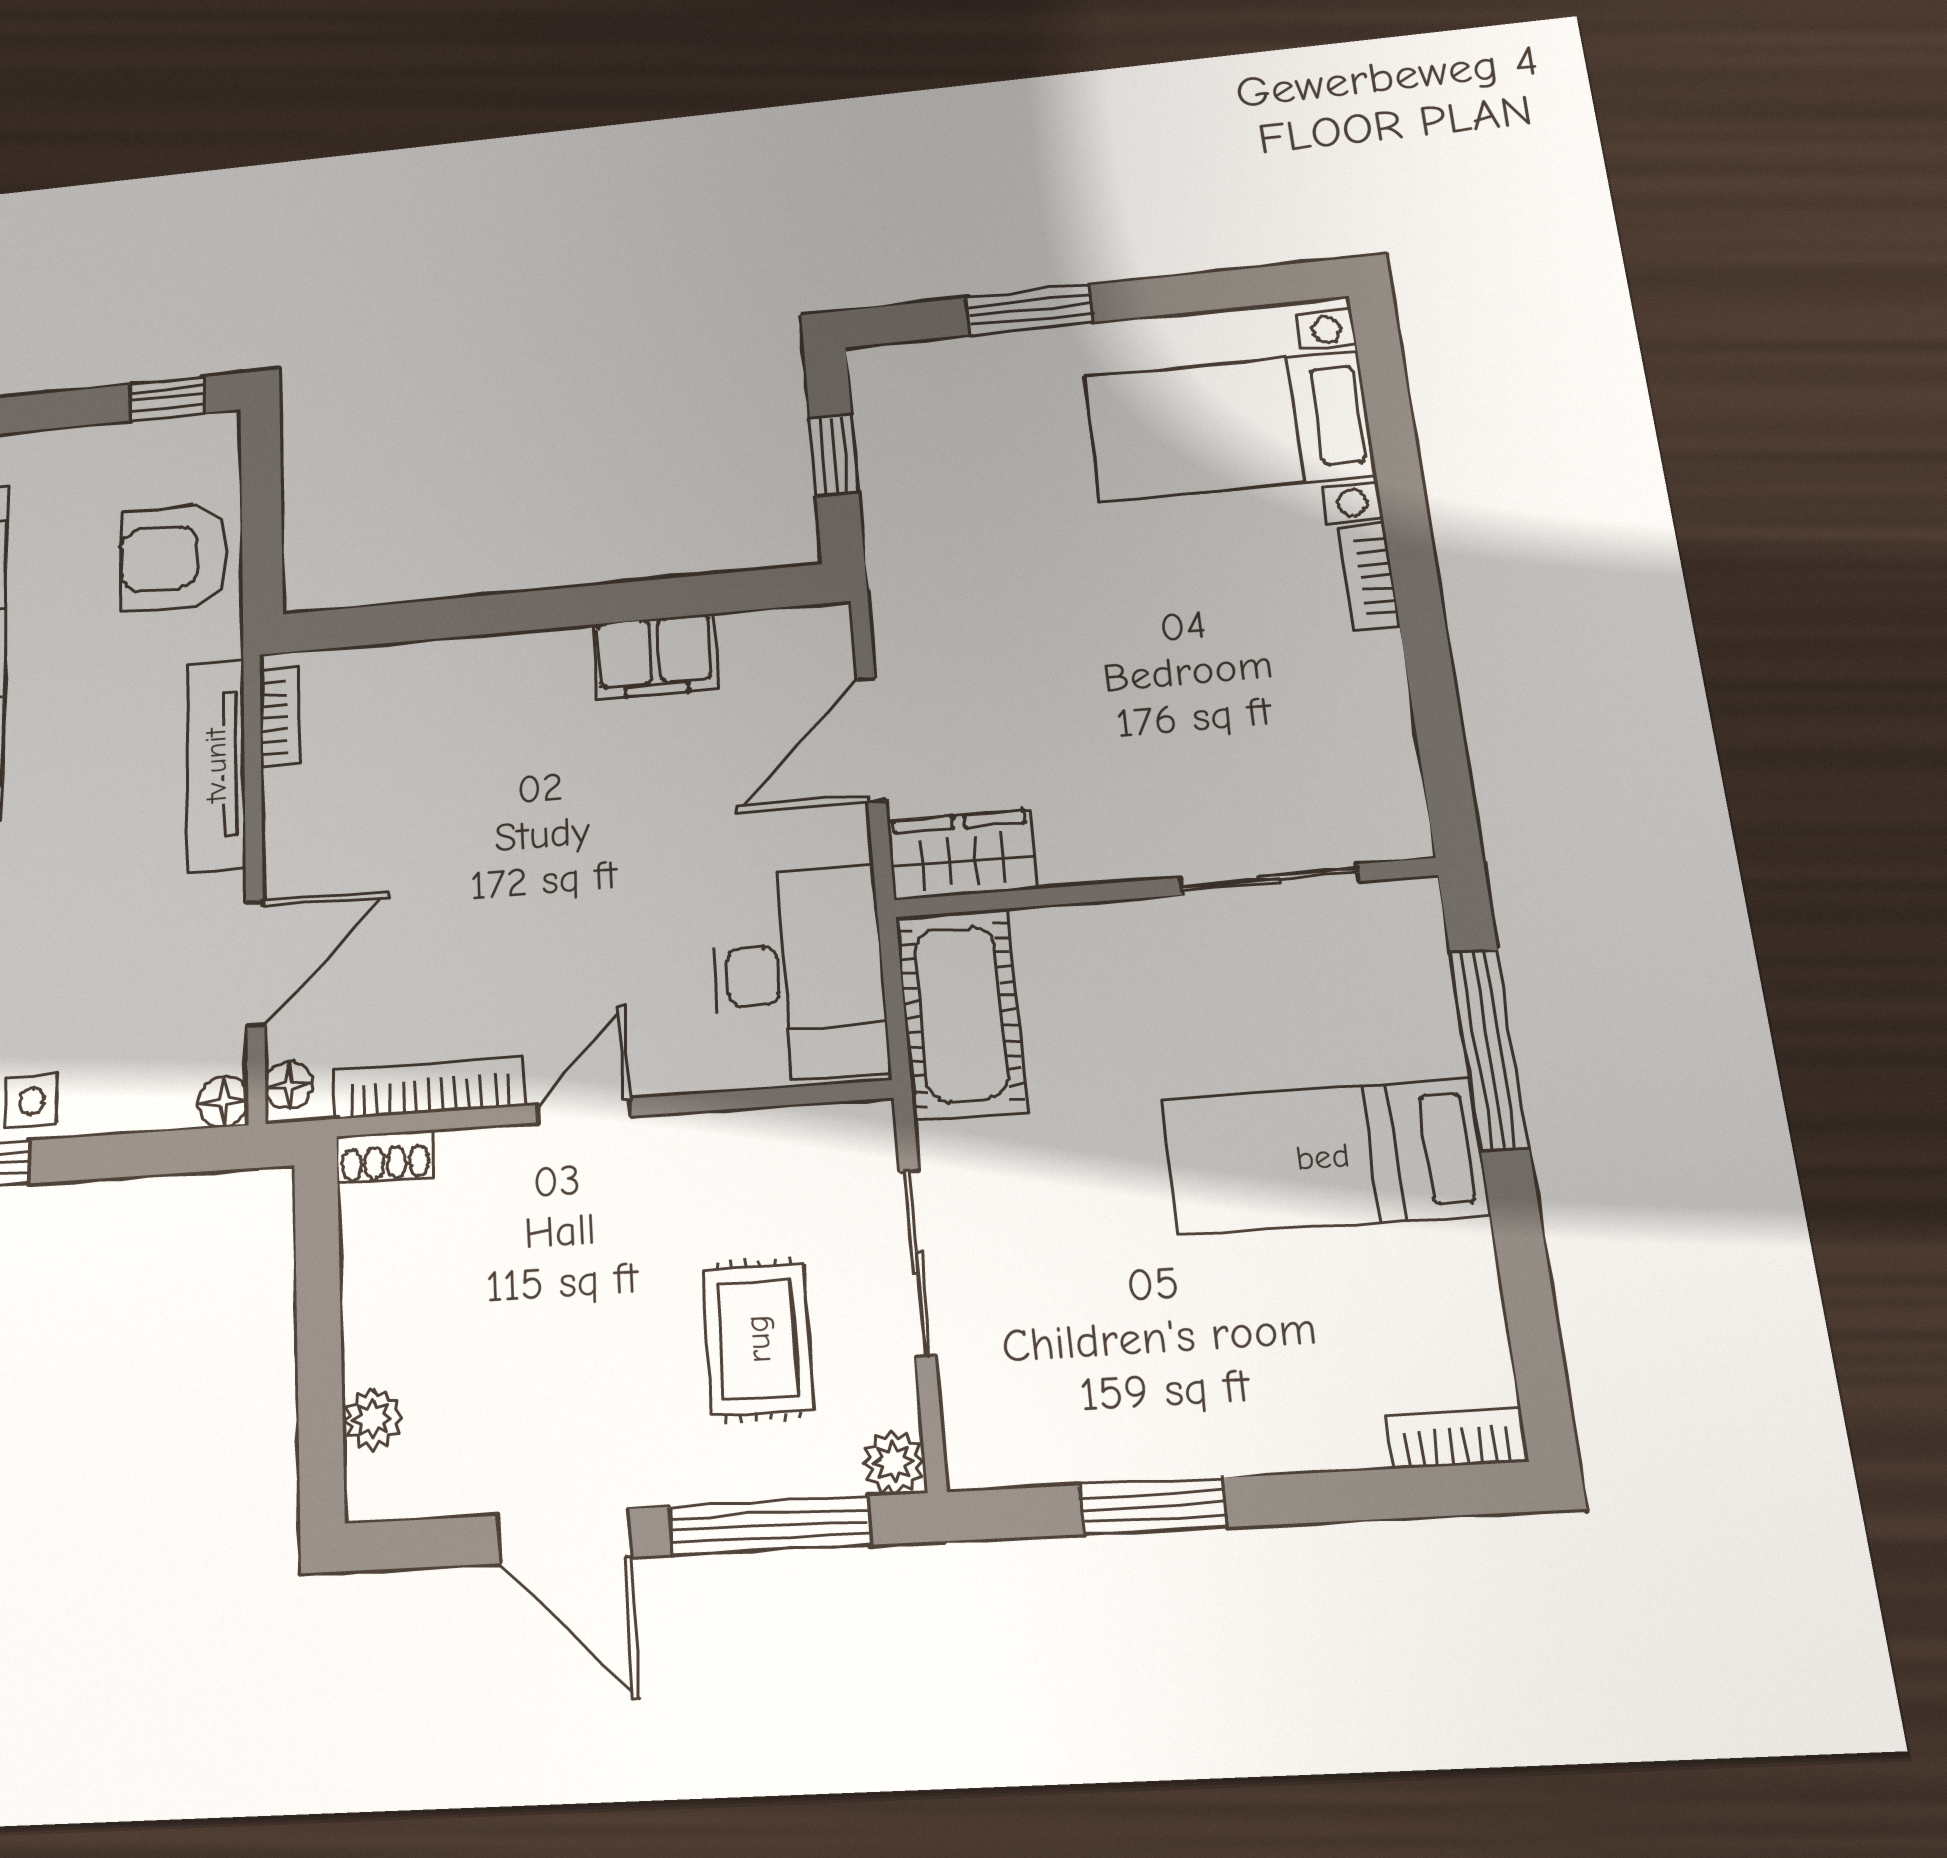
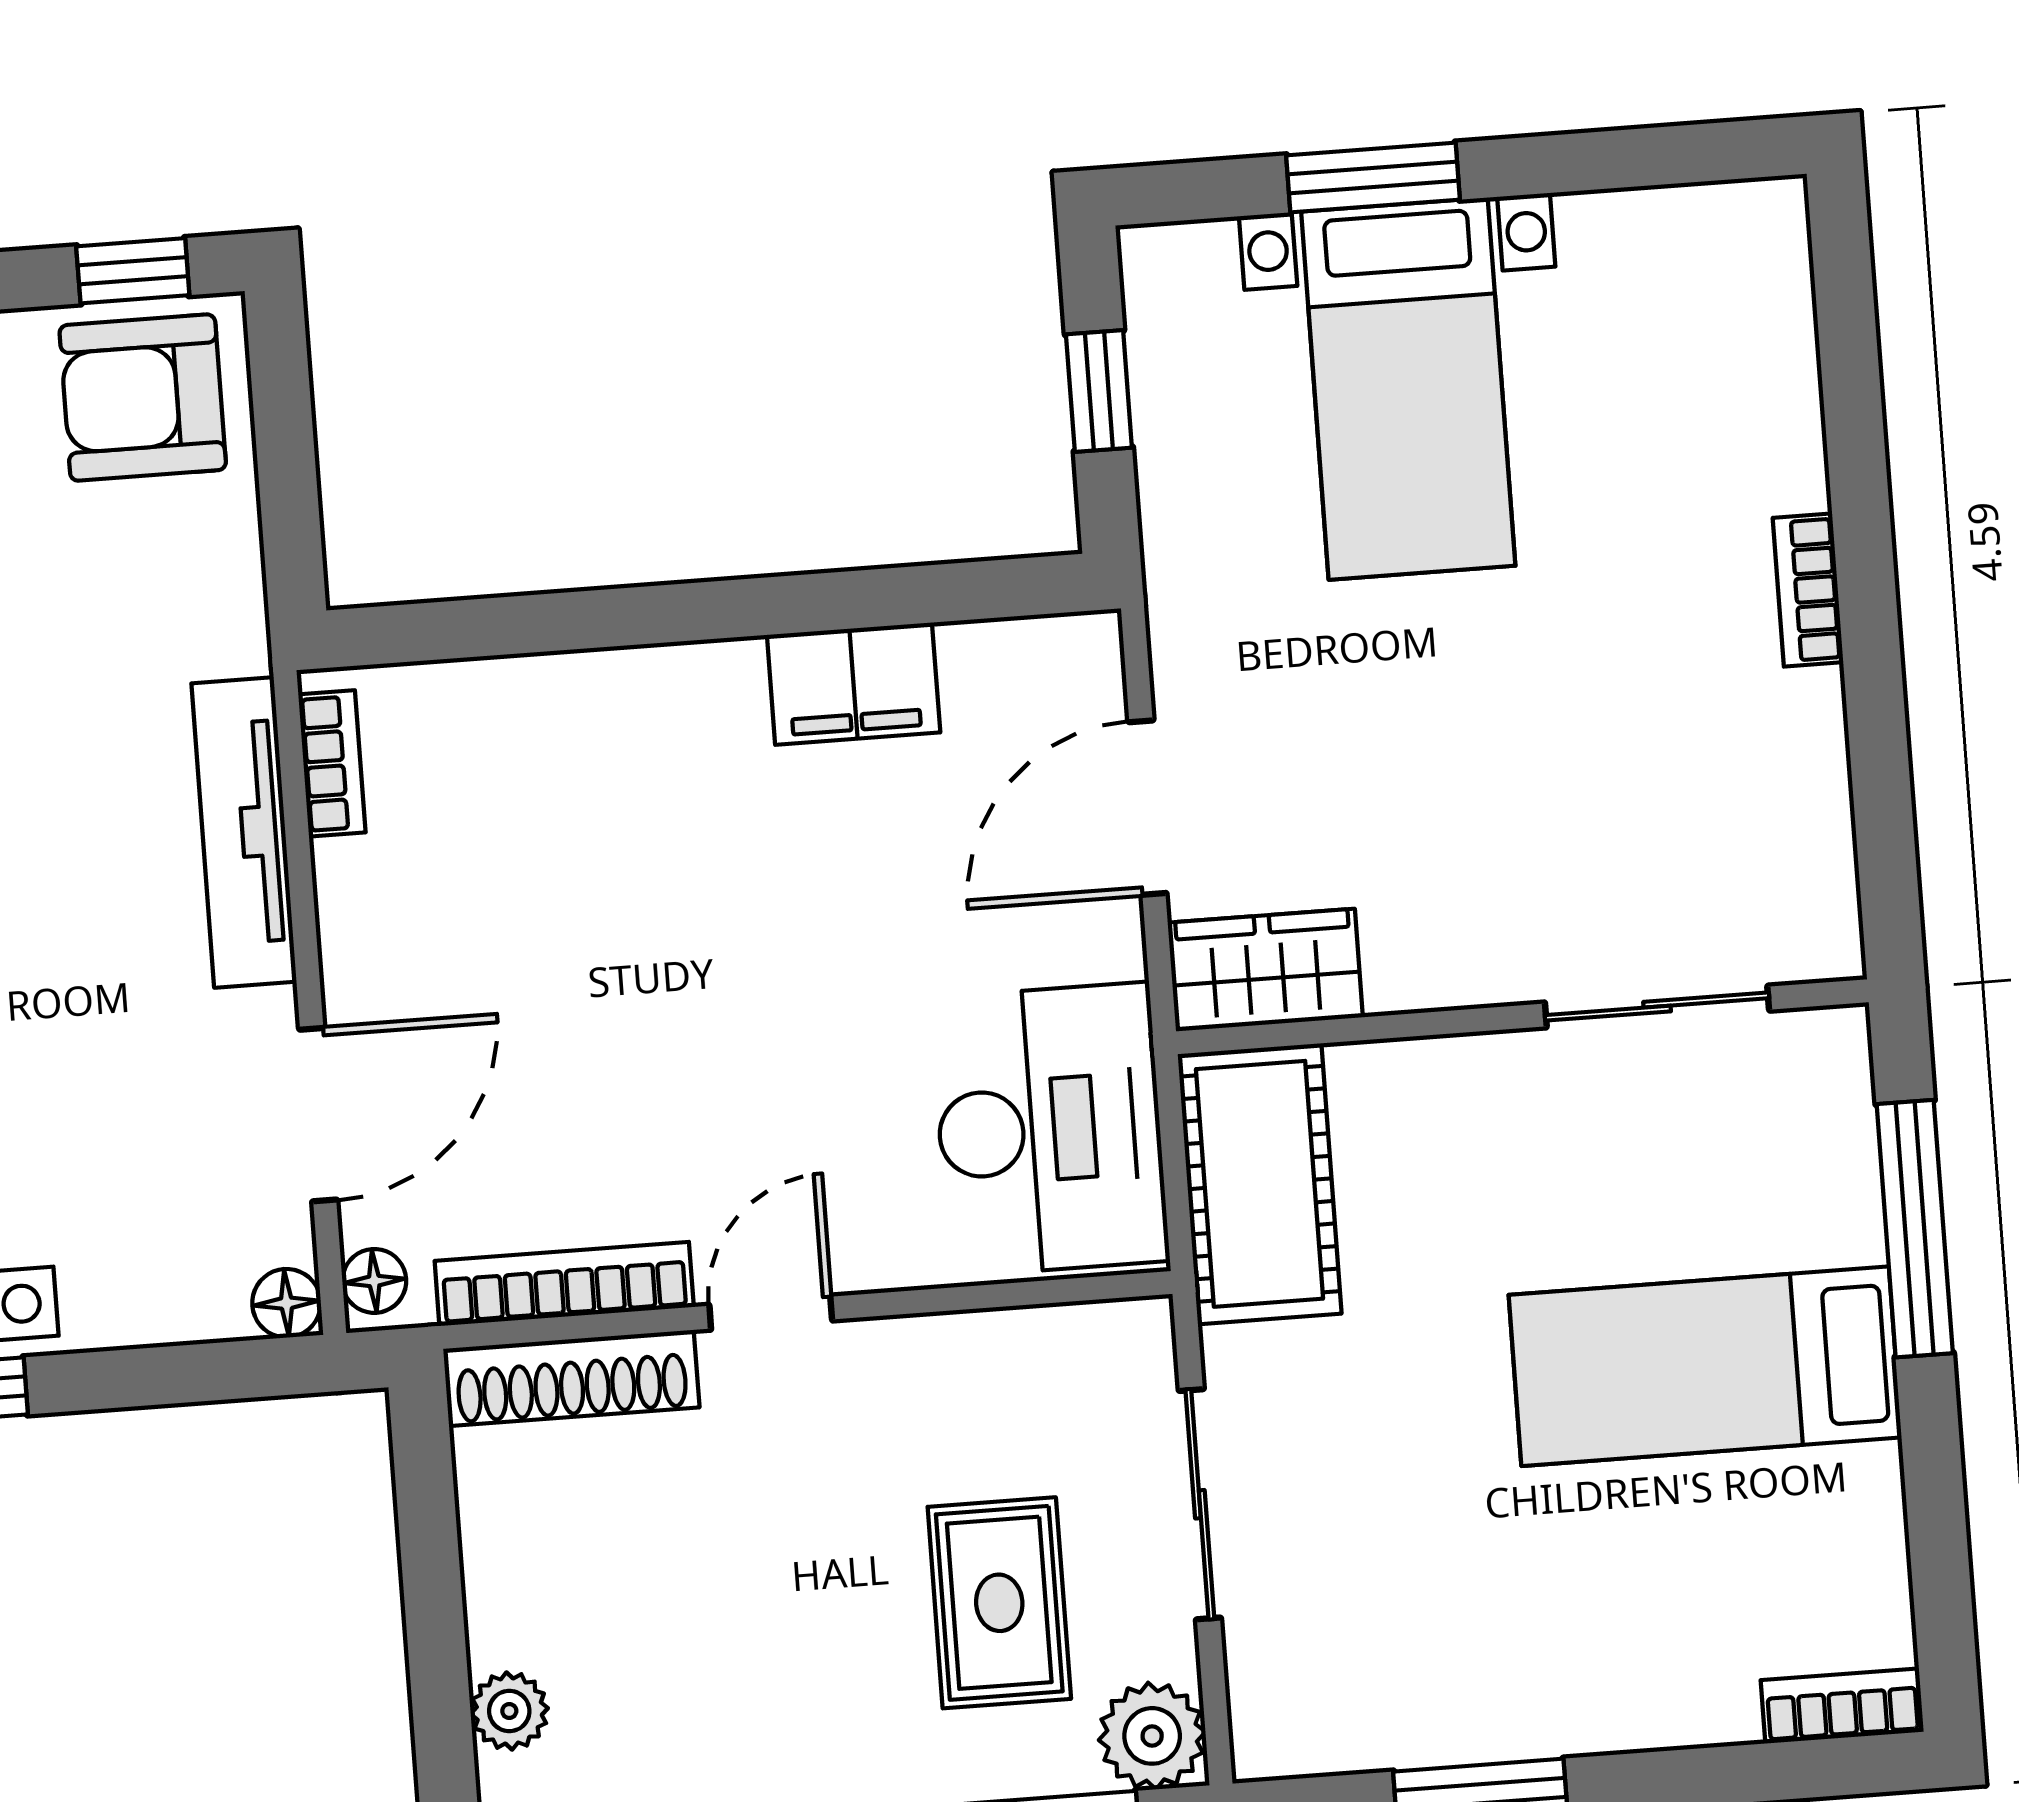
bed with nightstands: (1229, 426) -> (1408, 389), moved, turned -90
armchair: (175, 557) -> (143, 398), moved
shoe rack: (385, 1157) -> (571, 1378), width x1.94, depth x1.24
plant: (894, 1462) -> (1152, 1736), width x1.38, depth x1.38

